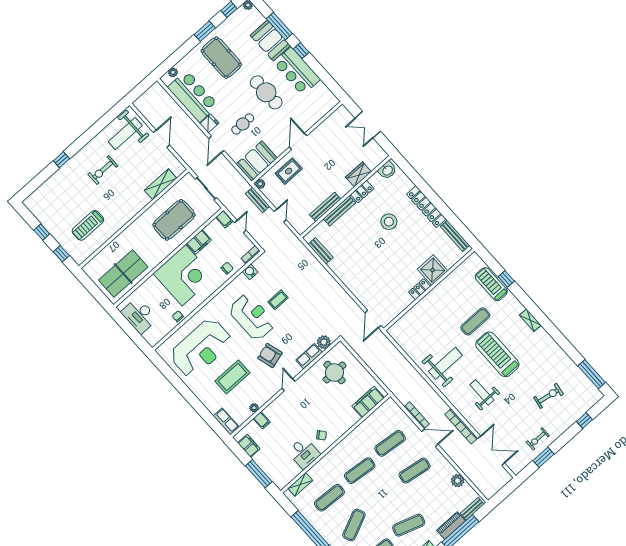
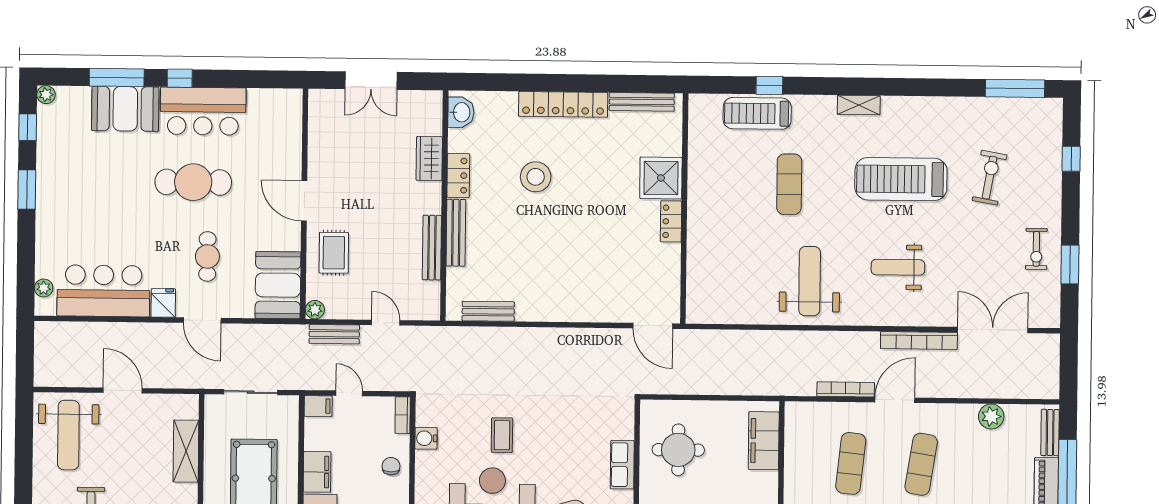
pool table: (221, 58) -> (86, 200), removed
plant: (324, 342) -> (621, 425), removed
treadmill: (497, 354) -> (901, 179), moved

